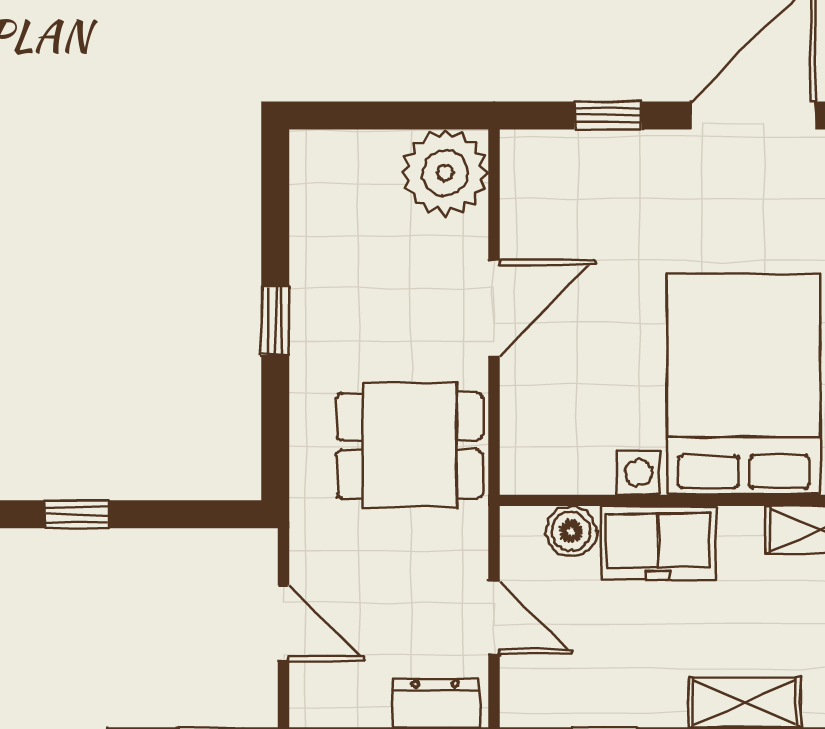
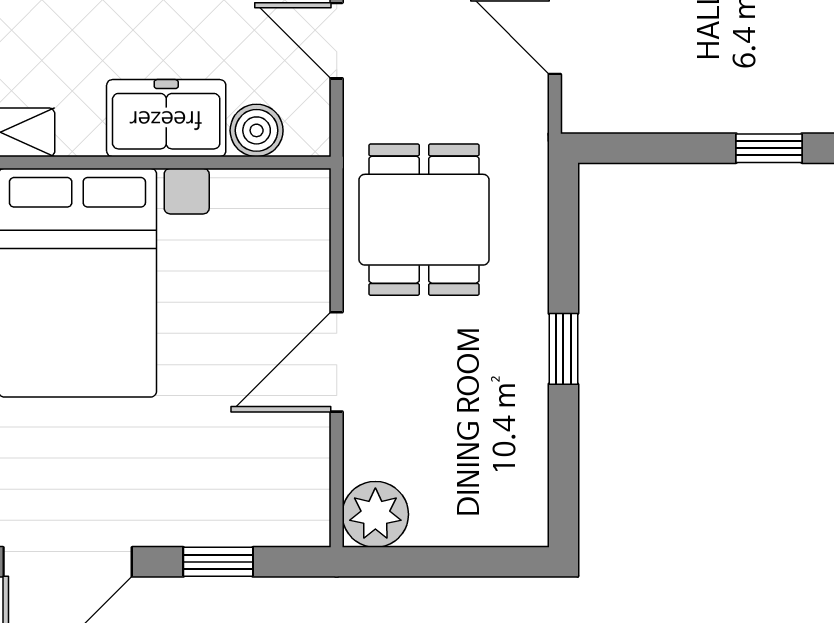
plant: (445, 173) -> (375, 514), width x0.73, depth x0.73
dining table: (410, 445) -> (424, 220), turned 90

